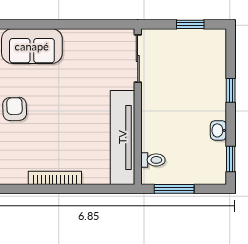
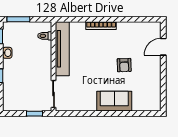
window: (190, 24) -> (35, 114), moved
window: (174, 189) -> (18, 19), moved

